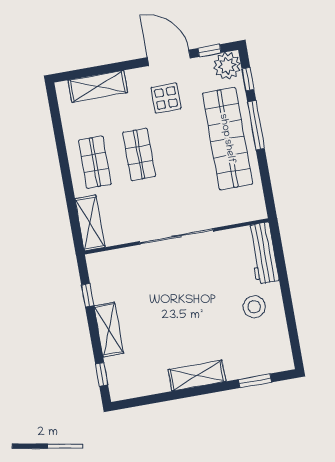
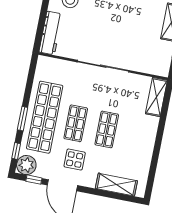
window: (256, 125) -> (23, 119), width x0.69
shop shelf: (95, 162) -> (76, 123), moved

